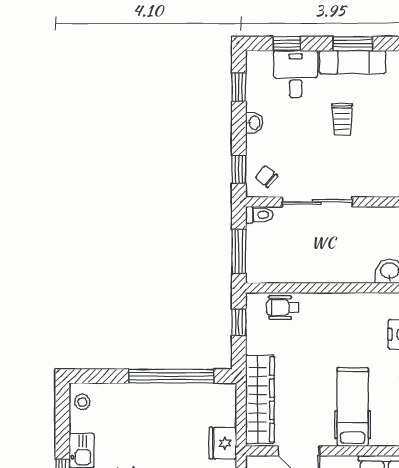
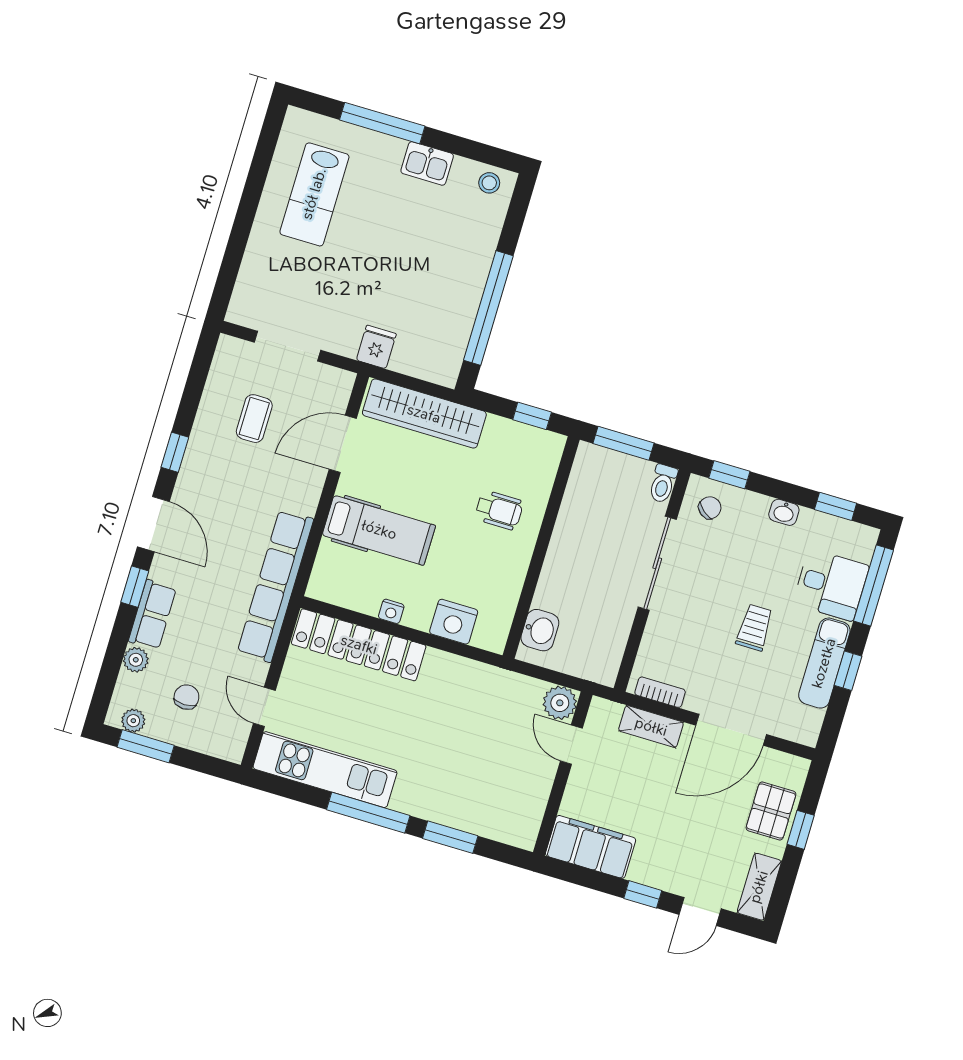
window: (287, 44) -> (873, 585), width x2.17
window: (353, 44) -> (848, 671), width x0.67
trolley: (342, 119) -> (754, 627), turned 90
wheelchair: (283, 307) -> (499, 510), moved, turned 90
fridge: (223, 443) -> (376, 347), width x0.72

